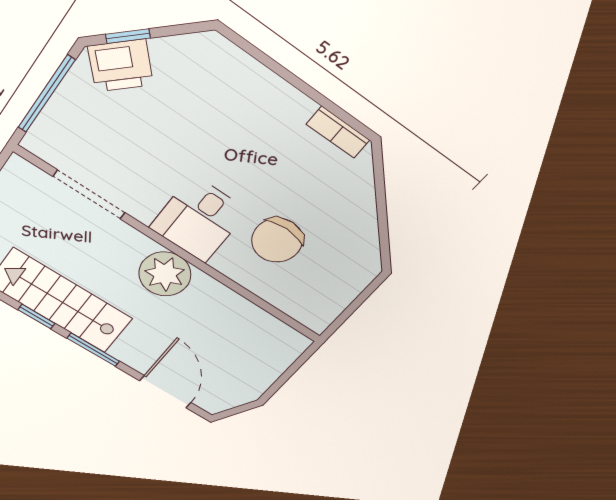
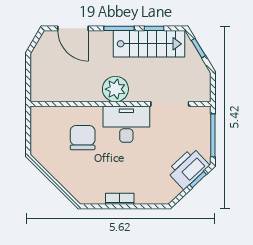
printer: (121, 66) -> (188, 168), width x1.37, depth x1.19
bookcase: (338, 132) -> (120, 199), moved
desk: (199, 219) -> (126, 124), width x1.37

